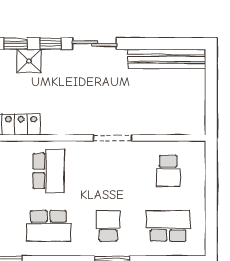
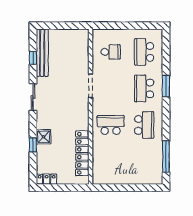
window: (50, 44) -> (33, 58), moved
school desk: (108, 226) -> (144, 88), width x1.85

